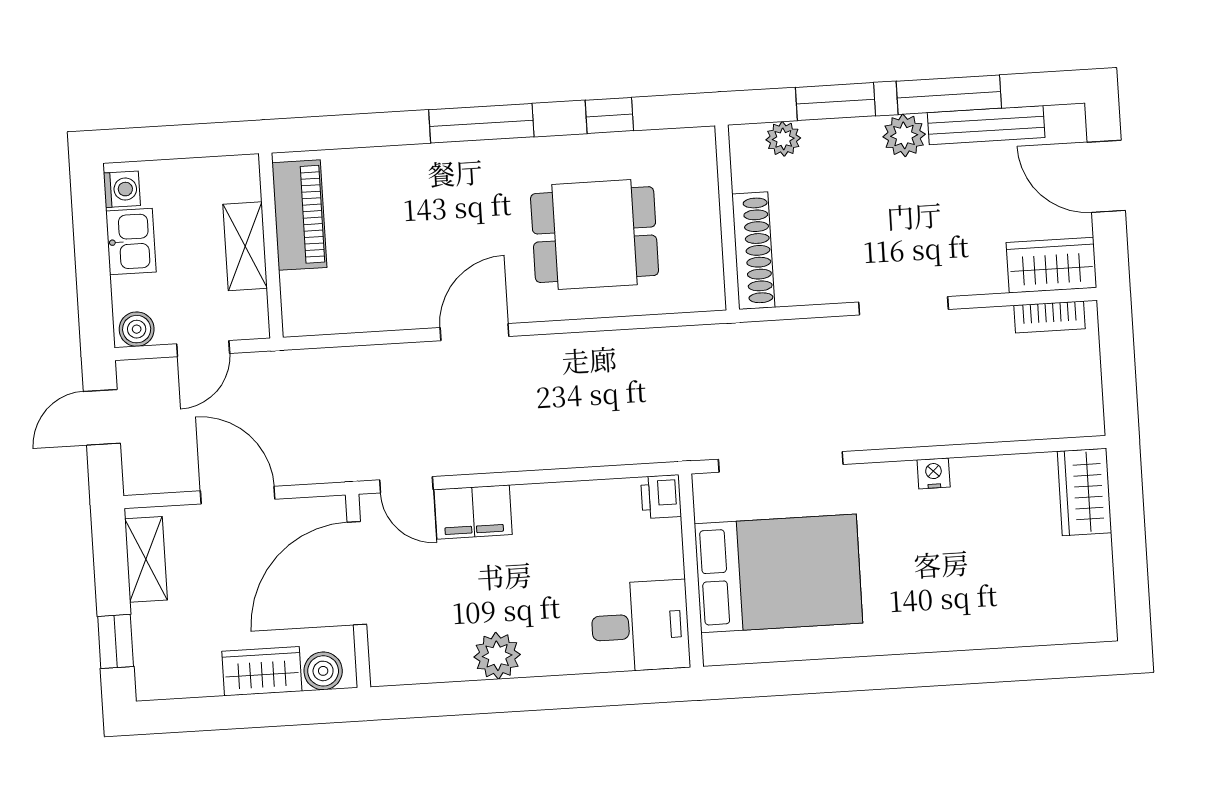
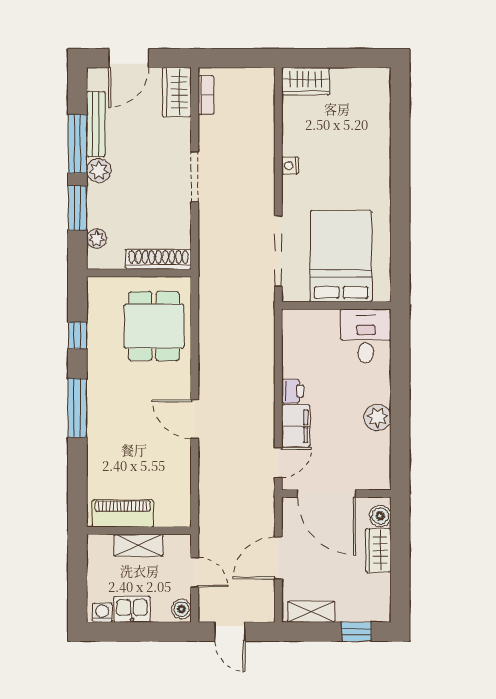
dining table: (595, 235) -> (154, 326), moved
printer: (661, 497) -> (293, 391), moved, turned -90

